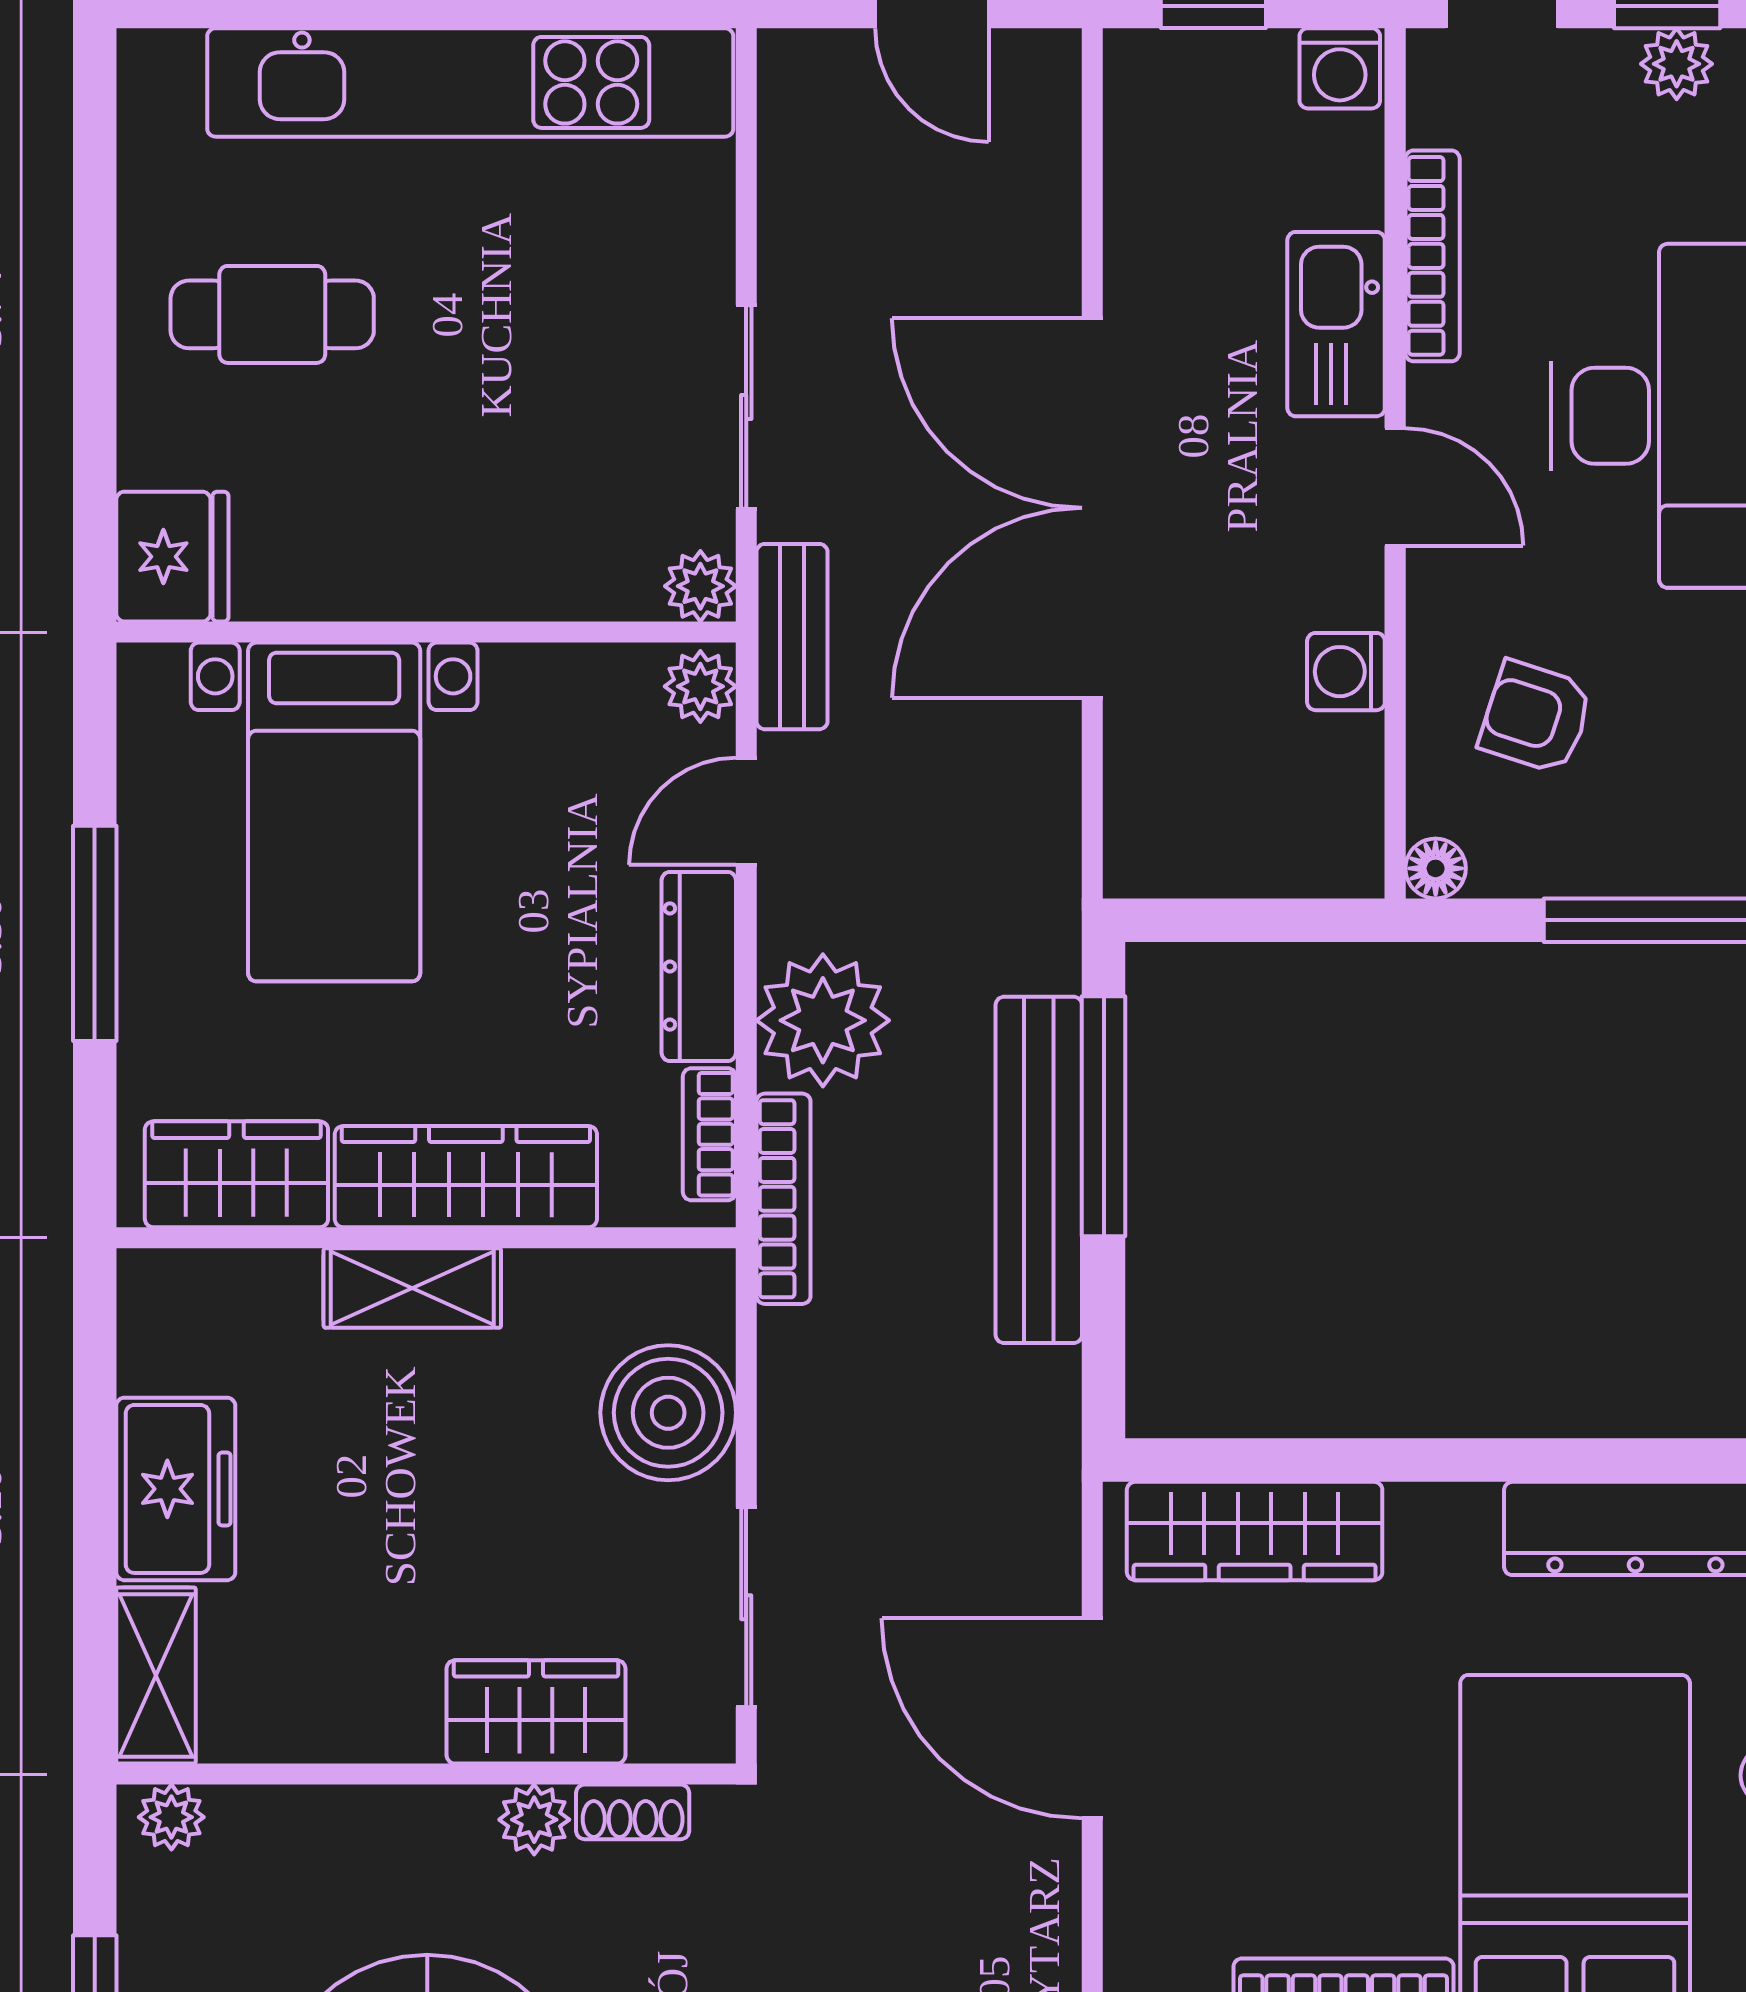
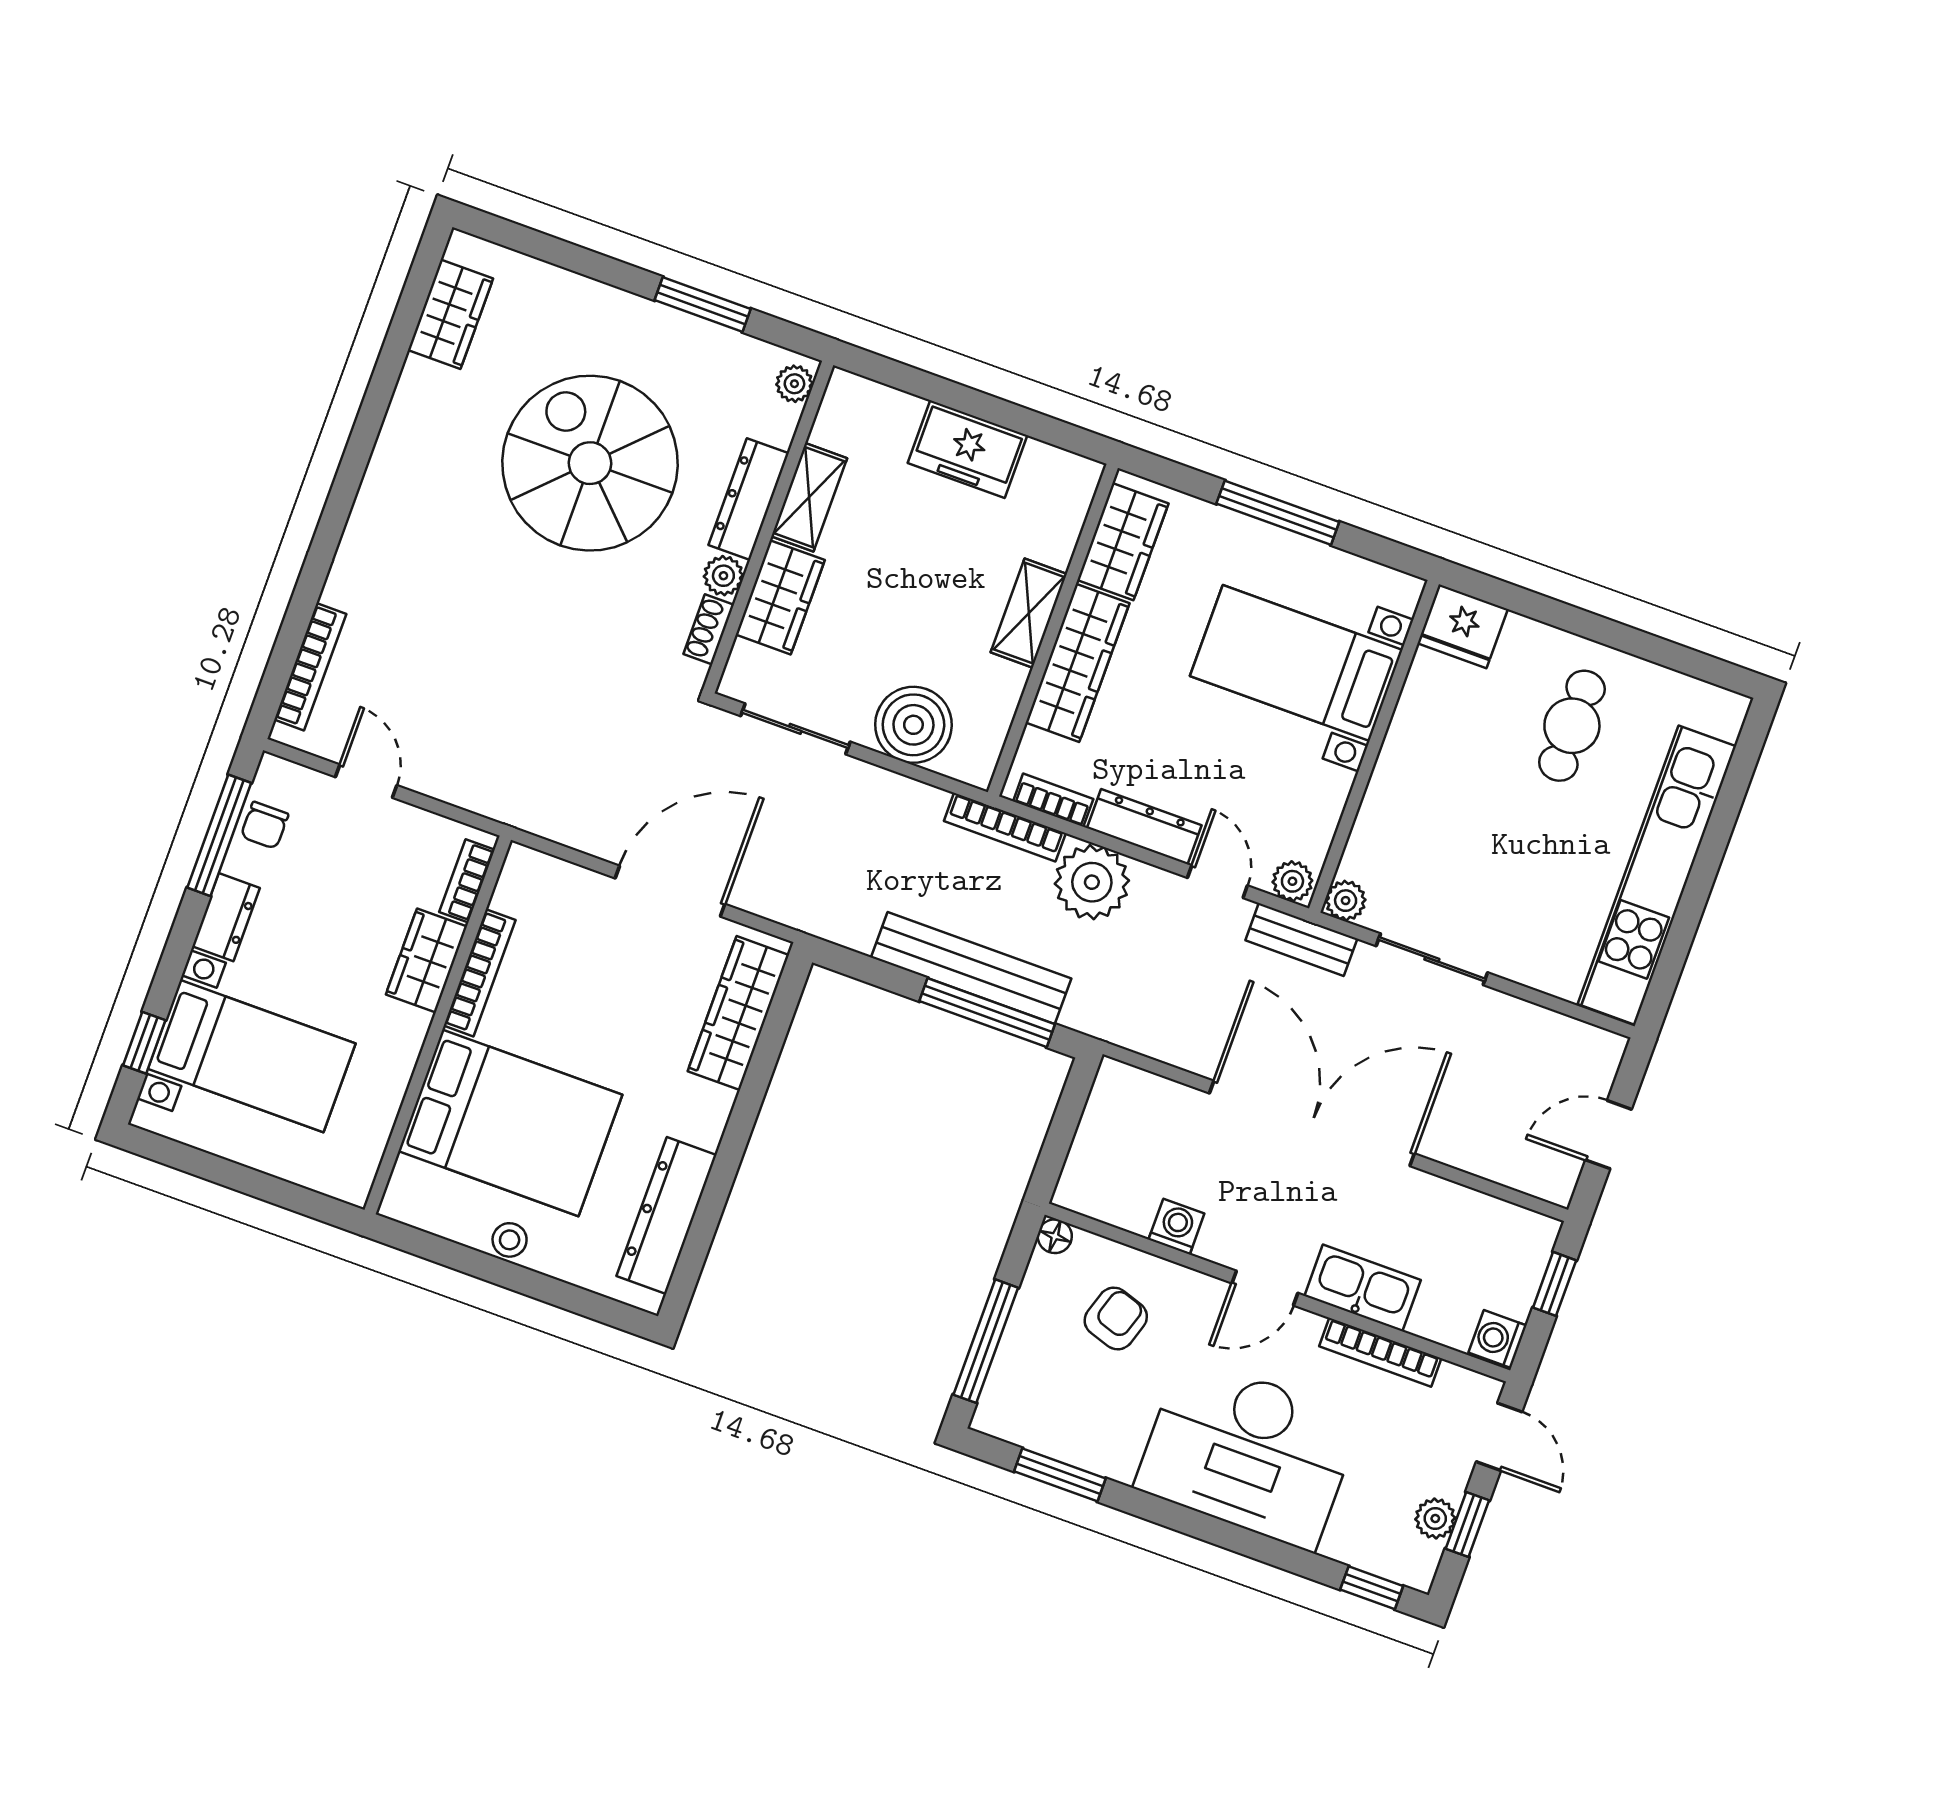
shelving: (156, 1676) -> (809, 497), moved, turned 90
dresser: (391, 1824) -> (749, 499), added

